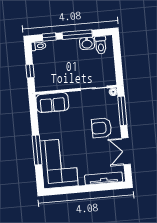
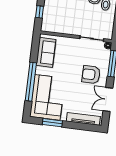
sofa: (52, 103) -> (46, 52), moved, turned -90
window: (37, 150) -> (31, 82), width x1.46
window: (71, 190) -> (52, 123), added

